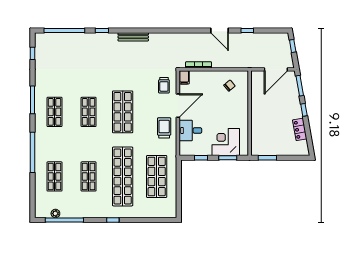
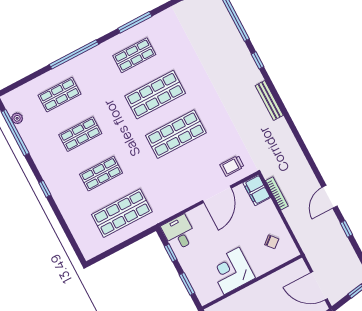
filing cabinet: (184, 77) -> (257, 190), width x2.00
door: (178, 106) -> (217, 194), hinge flipped
shop shelf: (89, 112) -> (155, 95), width x1.43, depth x1.36
trolley: (164, 128) -> (183, 192), removed
desk: (190, 130) -> (179, 233), moved
corner desk: (226, 142) -> (232, 271), moved, turned -90
shop shelf: (123, 176) -> (101, 174), width x0.50, depth x0.74

